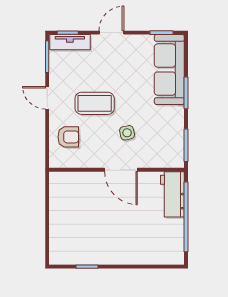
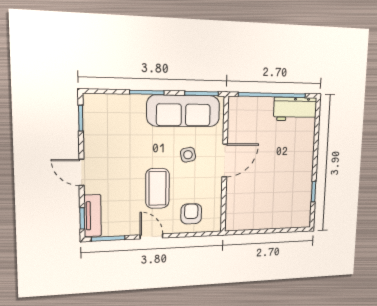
sofa: (169, 70) -> (184, 111), moved
door: (47, 98) -> (151, 236), swing flipped
workbench: (172, 194) -> (295, 109), moved

